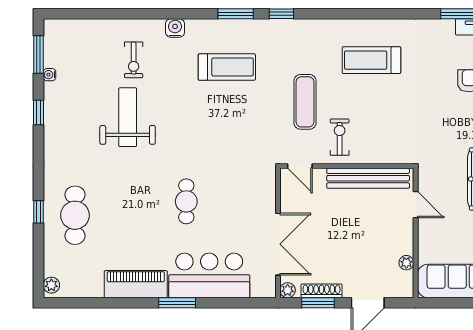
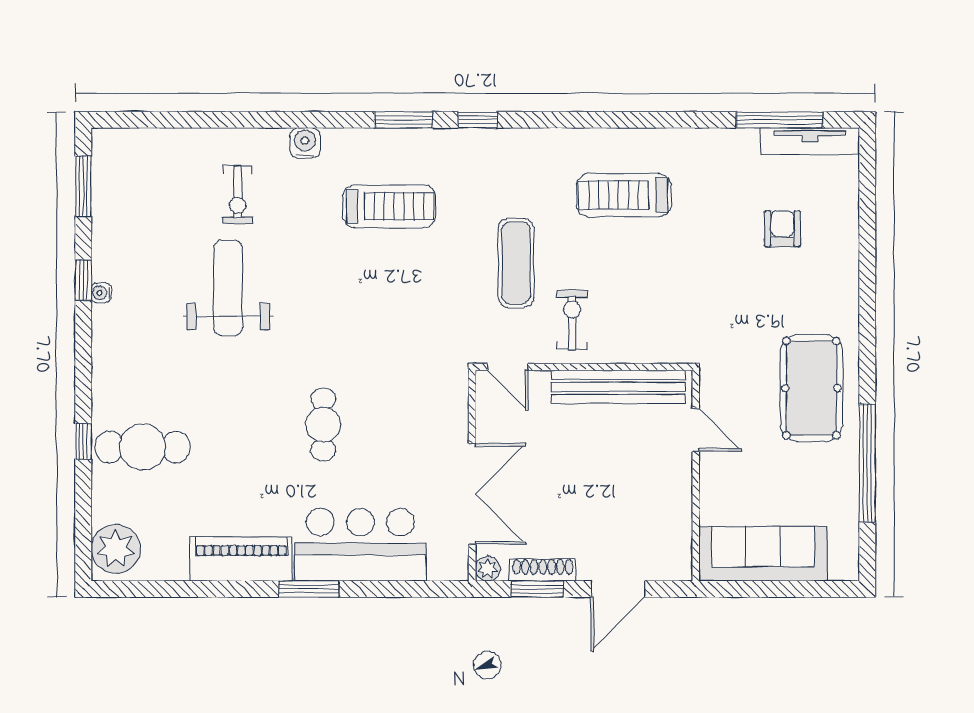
water cooler: (50, 75) -> (101, 293), moved
cafe table: (75, 215) -> (143, 447), turned 90
plant: (406, 263) -> (681, 524), removed
plant: (51, 285) -> (116, 549), width x1.87, depth x1.87

